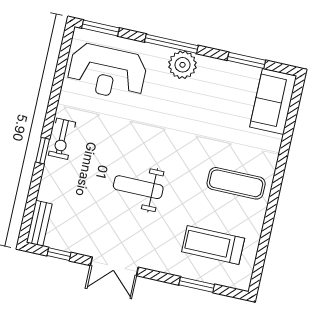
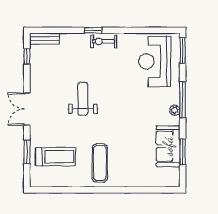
plant: (182, 65) -> (175, 110), width x0.53, depth x0.53
sofa: (273, 101) -> (168, 146), moved, turned -90
treadmill: (213, 245) -> (56, 157), turned 90
double door: (114, 266) -> (27, 109), moved

